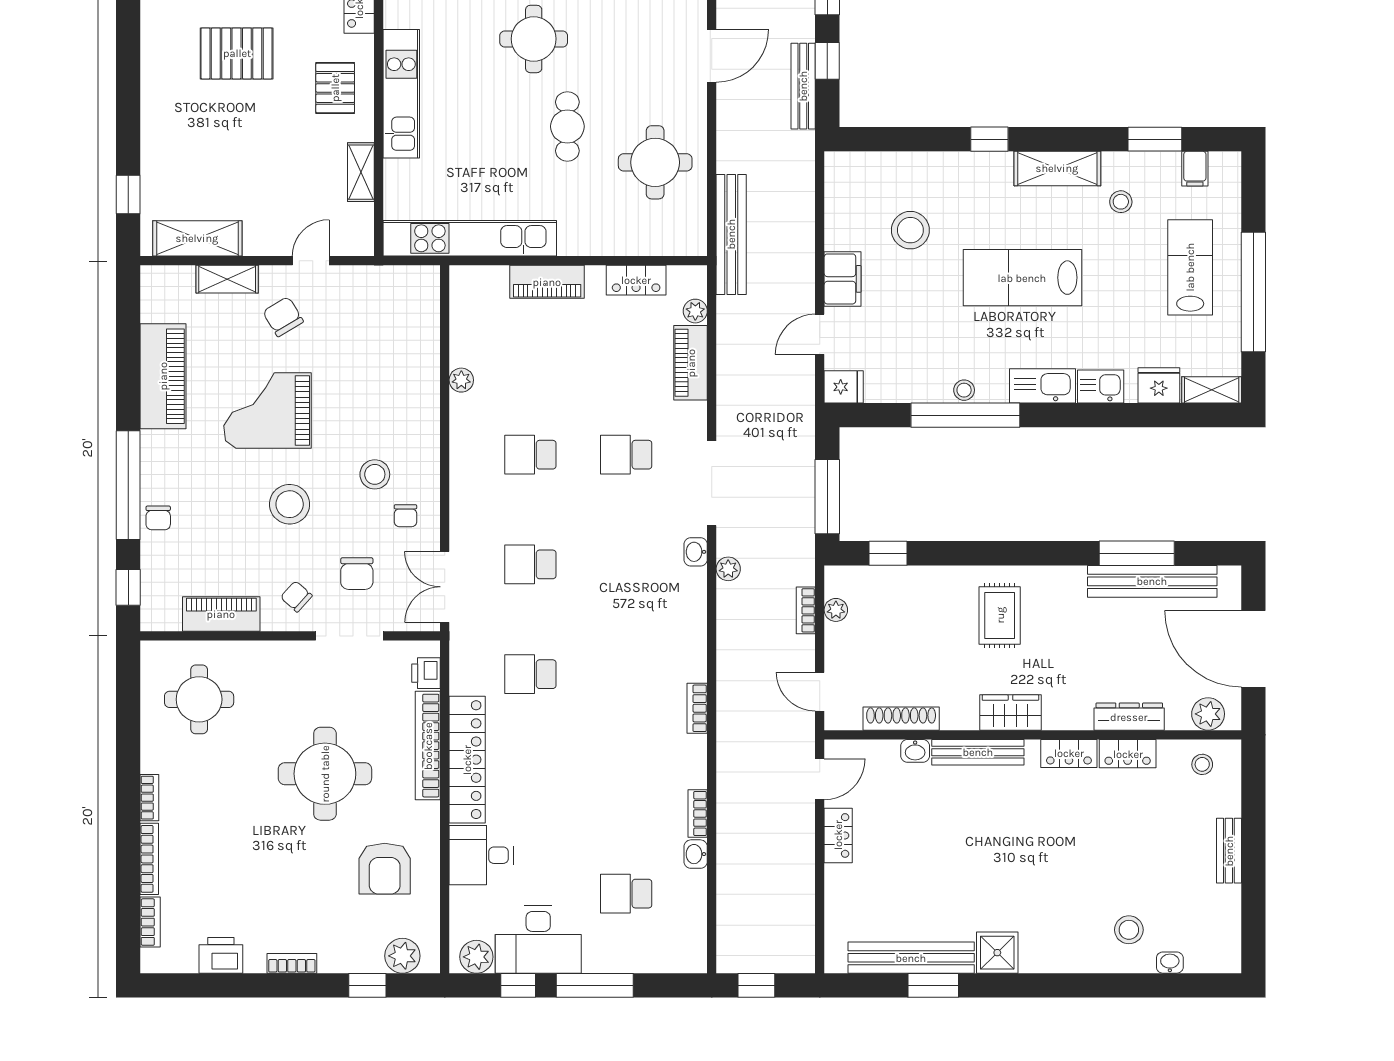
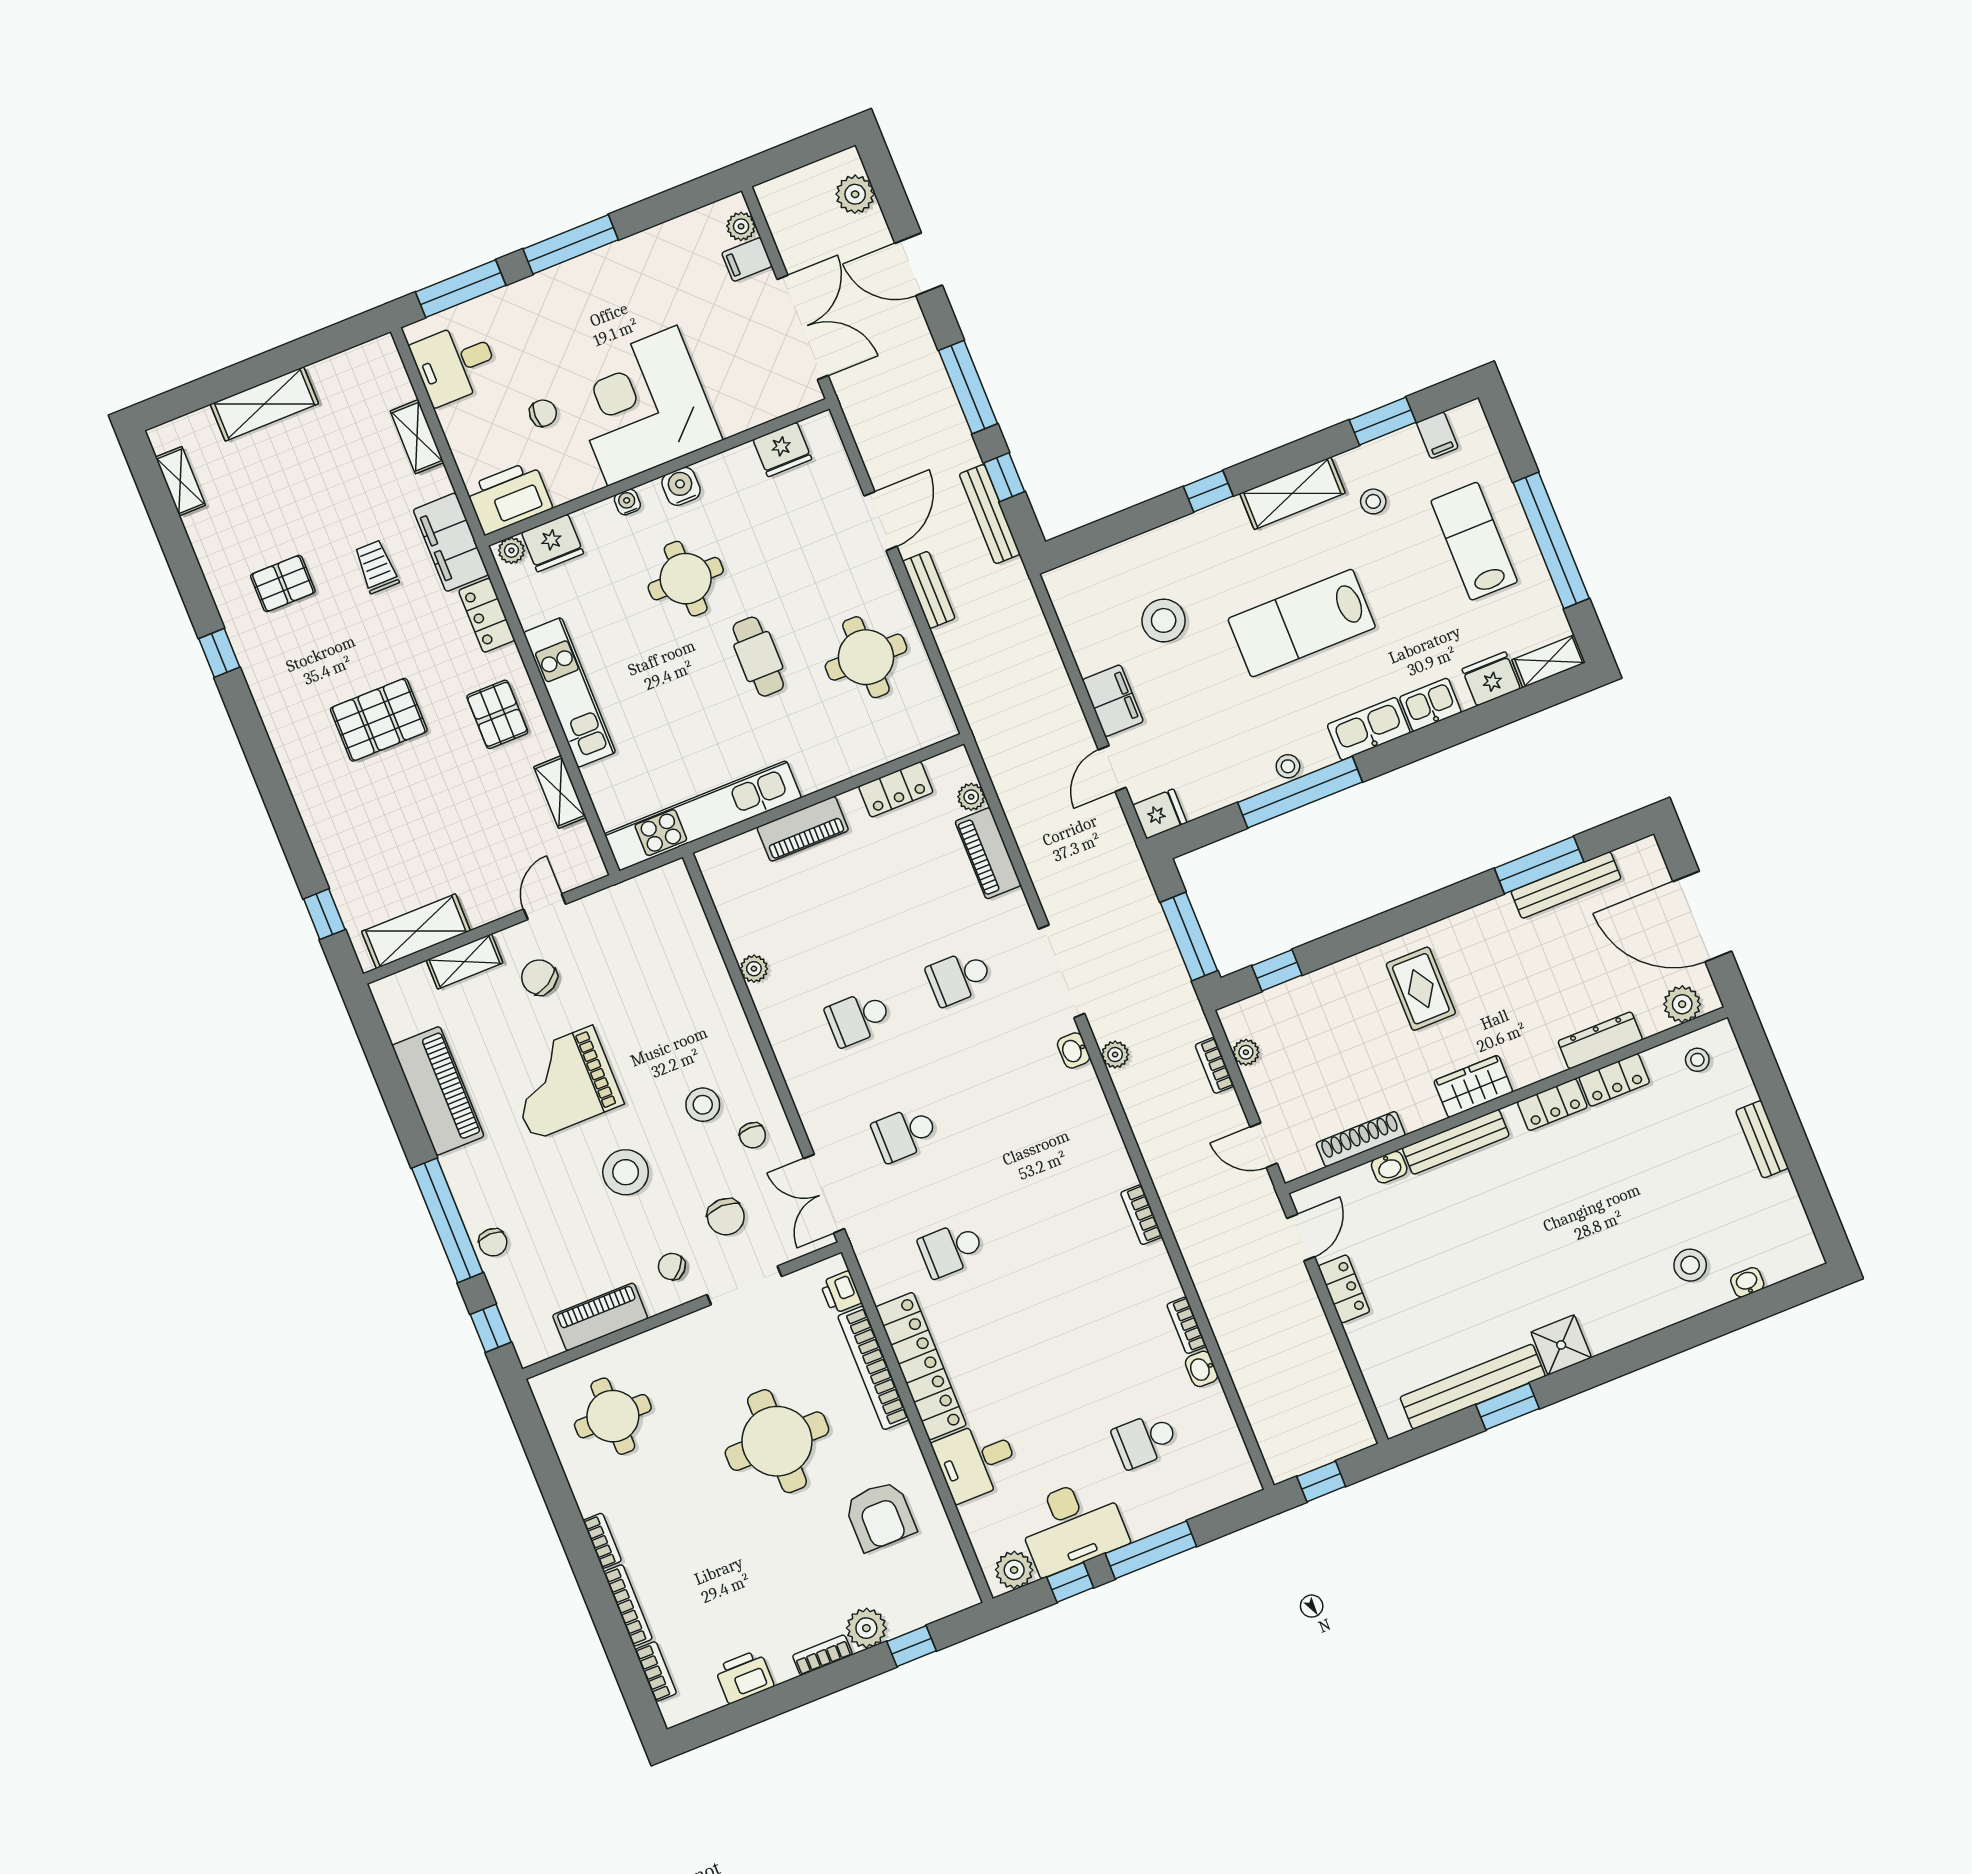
bench: (731, 234) -> (929, 590), moved, width x0.54, depth x0.82
bench: (1152, 581) -> (1566, 885), width x0.73, depth x0.82
plant: (402, 956) -> (866, 1628), moved

